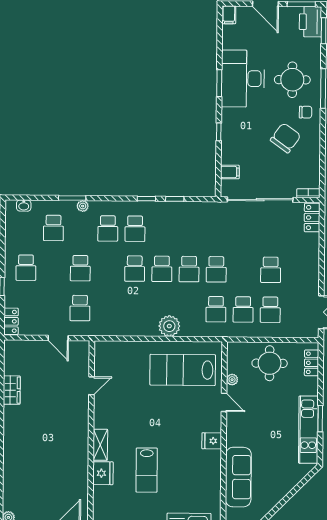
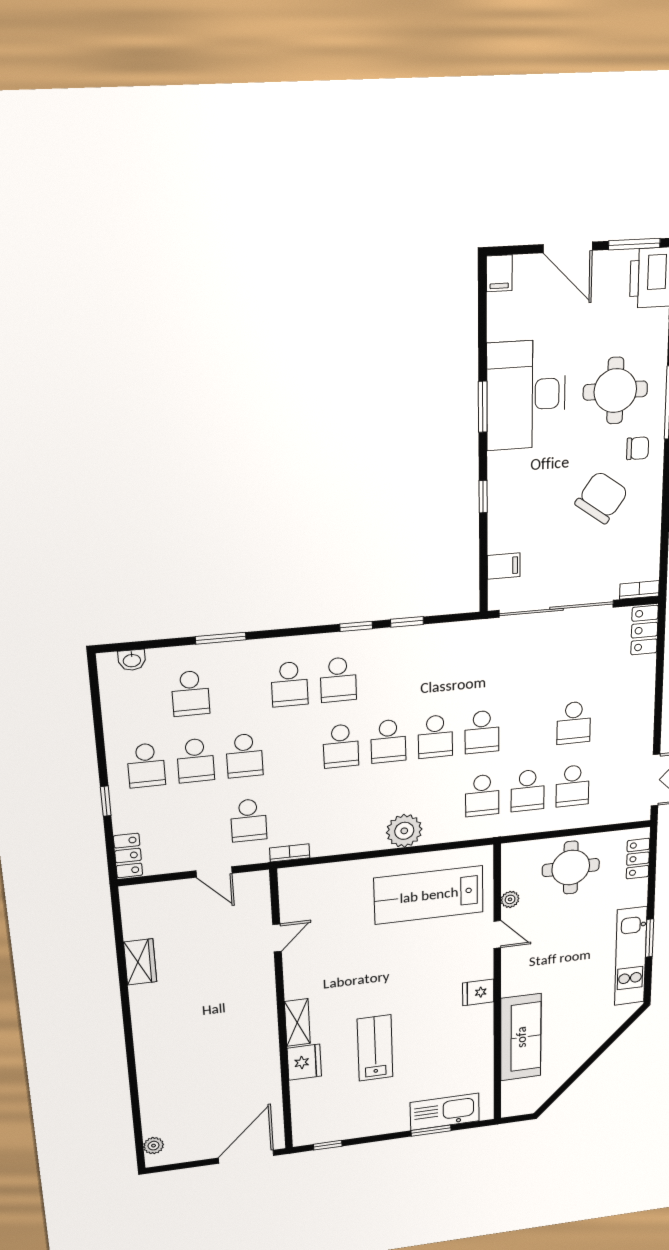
plant: (83, 206) -> (241, 650), removed
school desk: (53, 268) -> (196, 760), added
bookcase: (102, 332) -> (290, 853), added
lab bench: (147, 470) -> (375, 1048), turned 180

